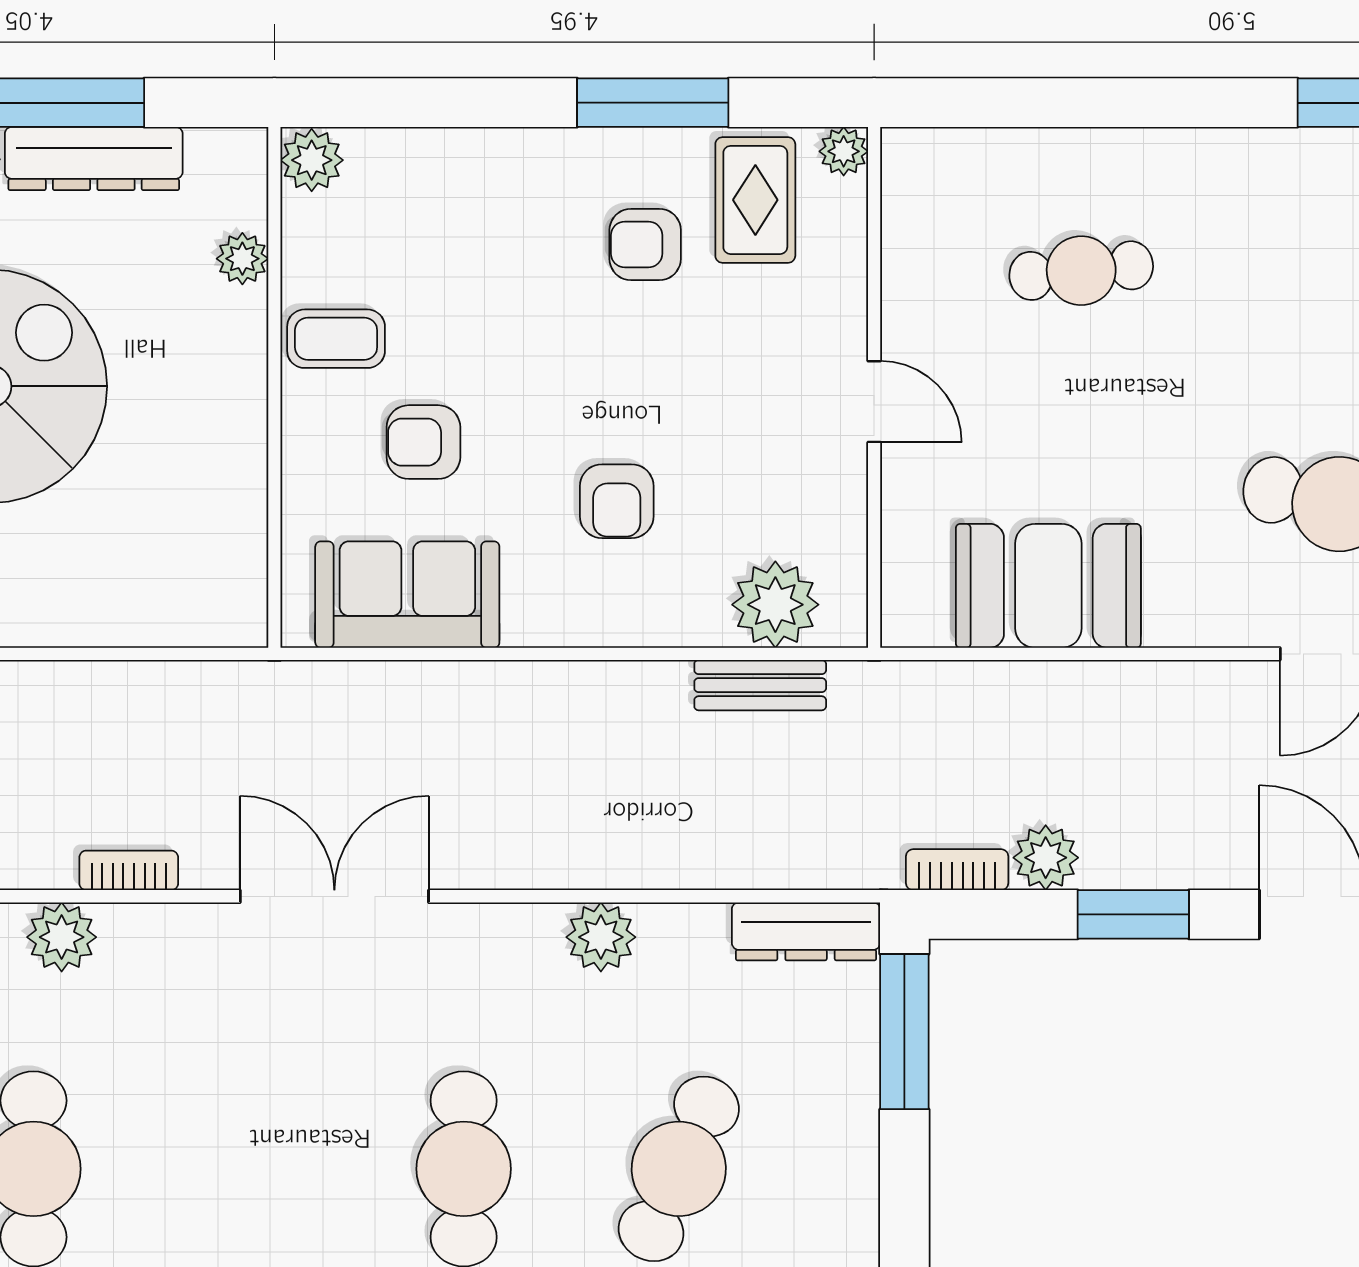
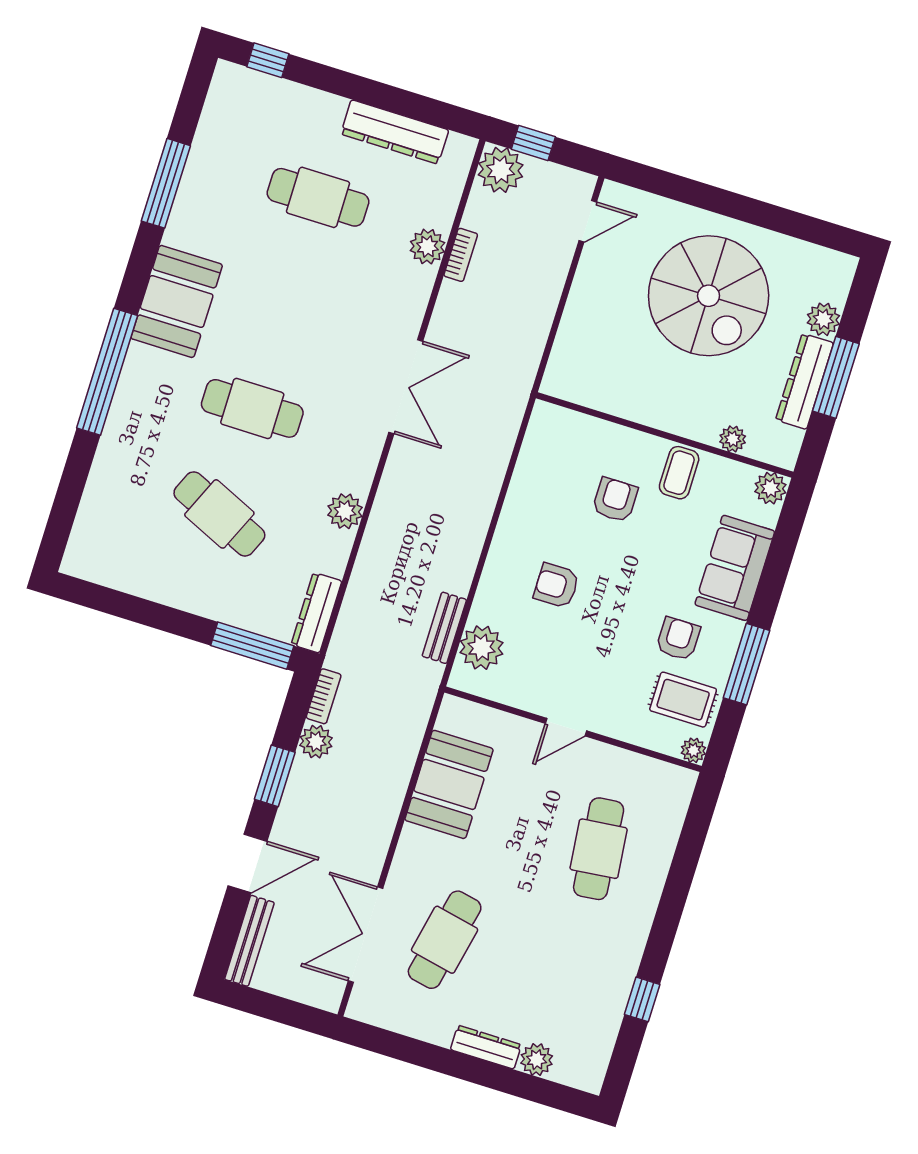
cafe table: (1081, 271) -> (599, 849), width x1.37, depth x1.35
sofa: (407, 595) -> (735, 568), moved, turned 180
bookcase: (129, 870) -> (461, 255), moved

